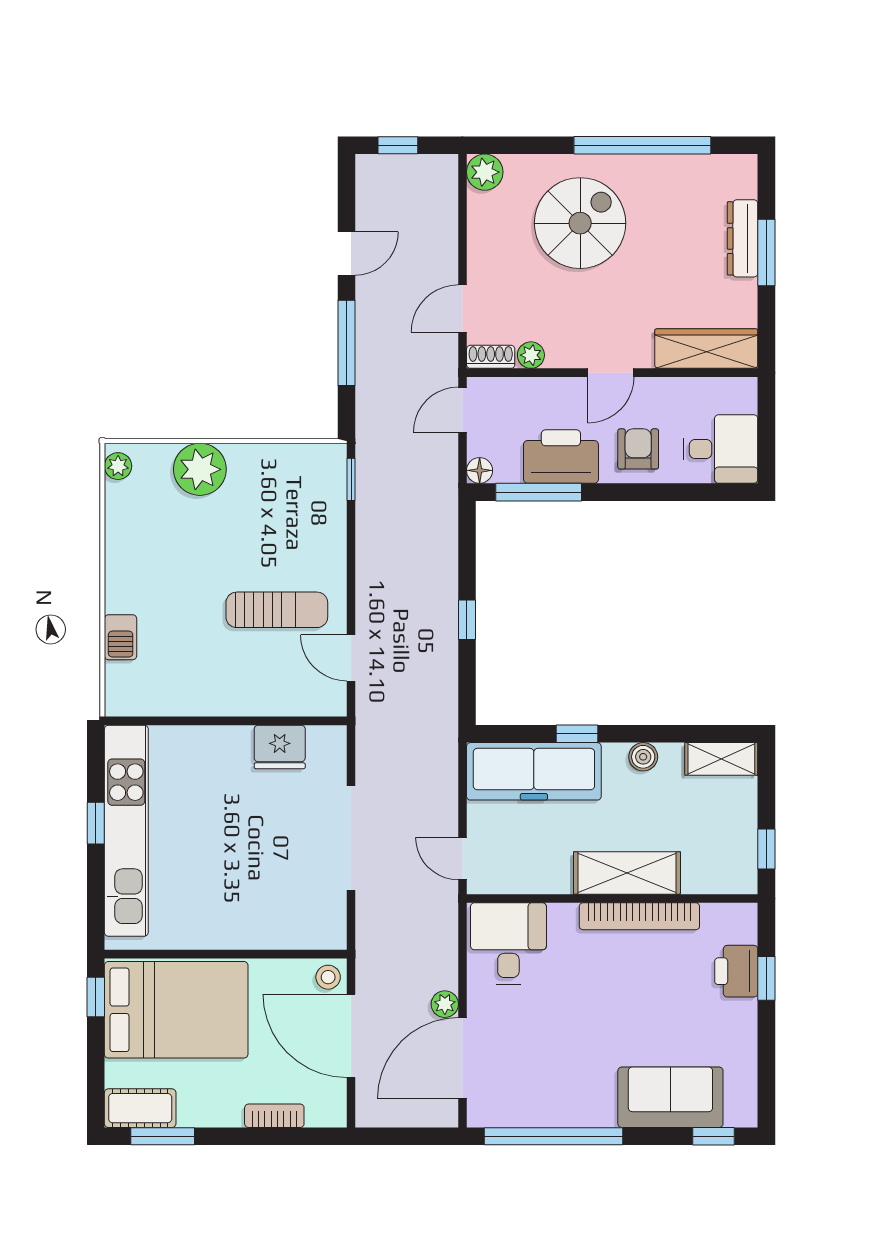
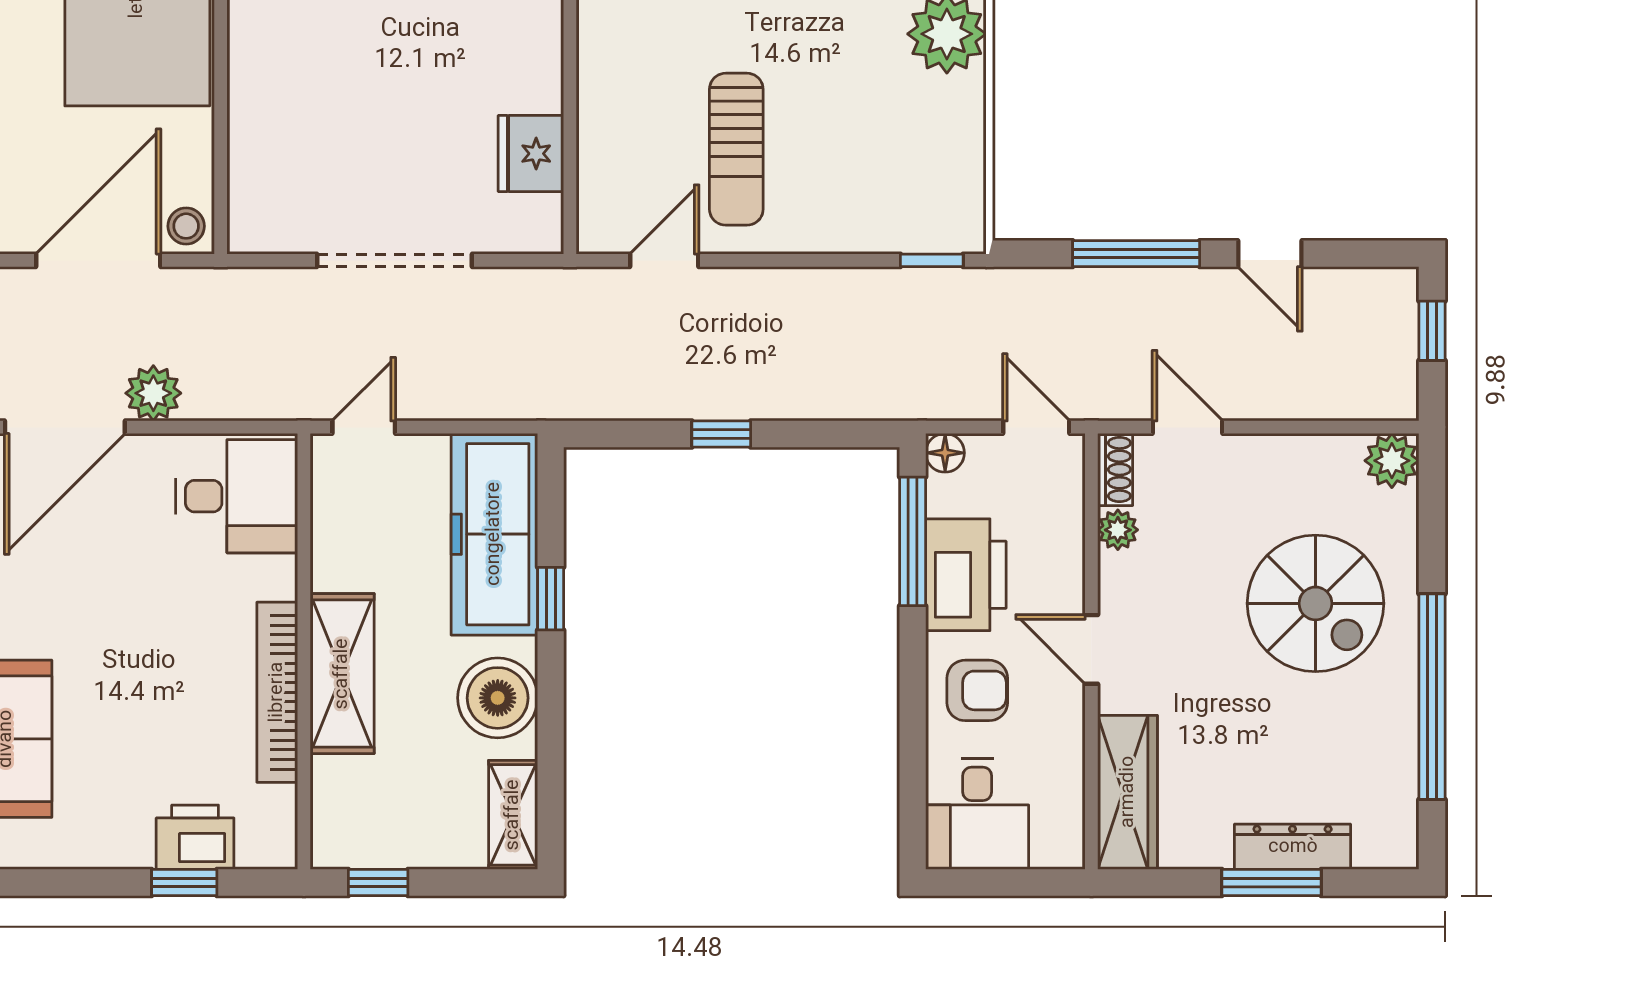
boiler: (643, 757) -> (498, 698), width x1.86, depth x1.86
plant: (445, 1004) -> (153, 393), width x1.38, depth x1.38
door: (462, 1058) -> (65, 427), swing flipped

